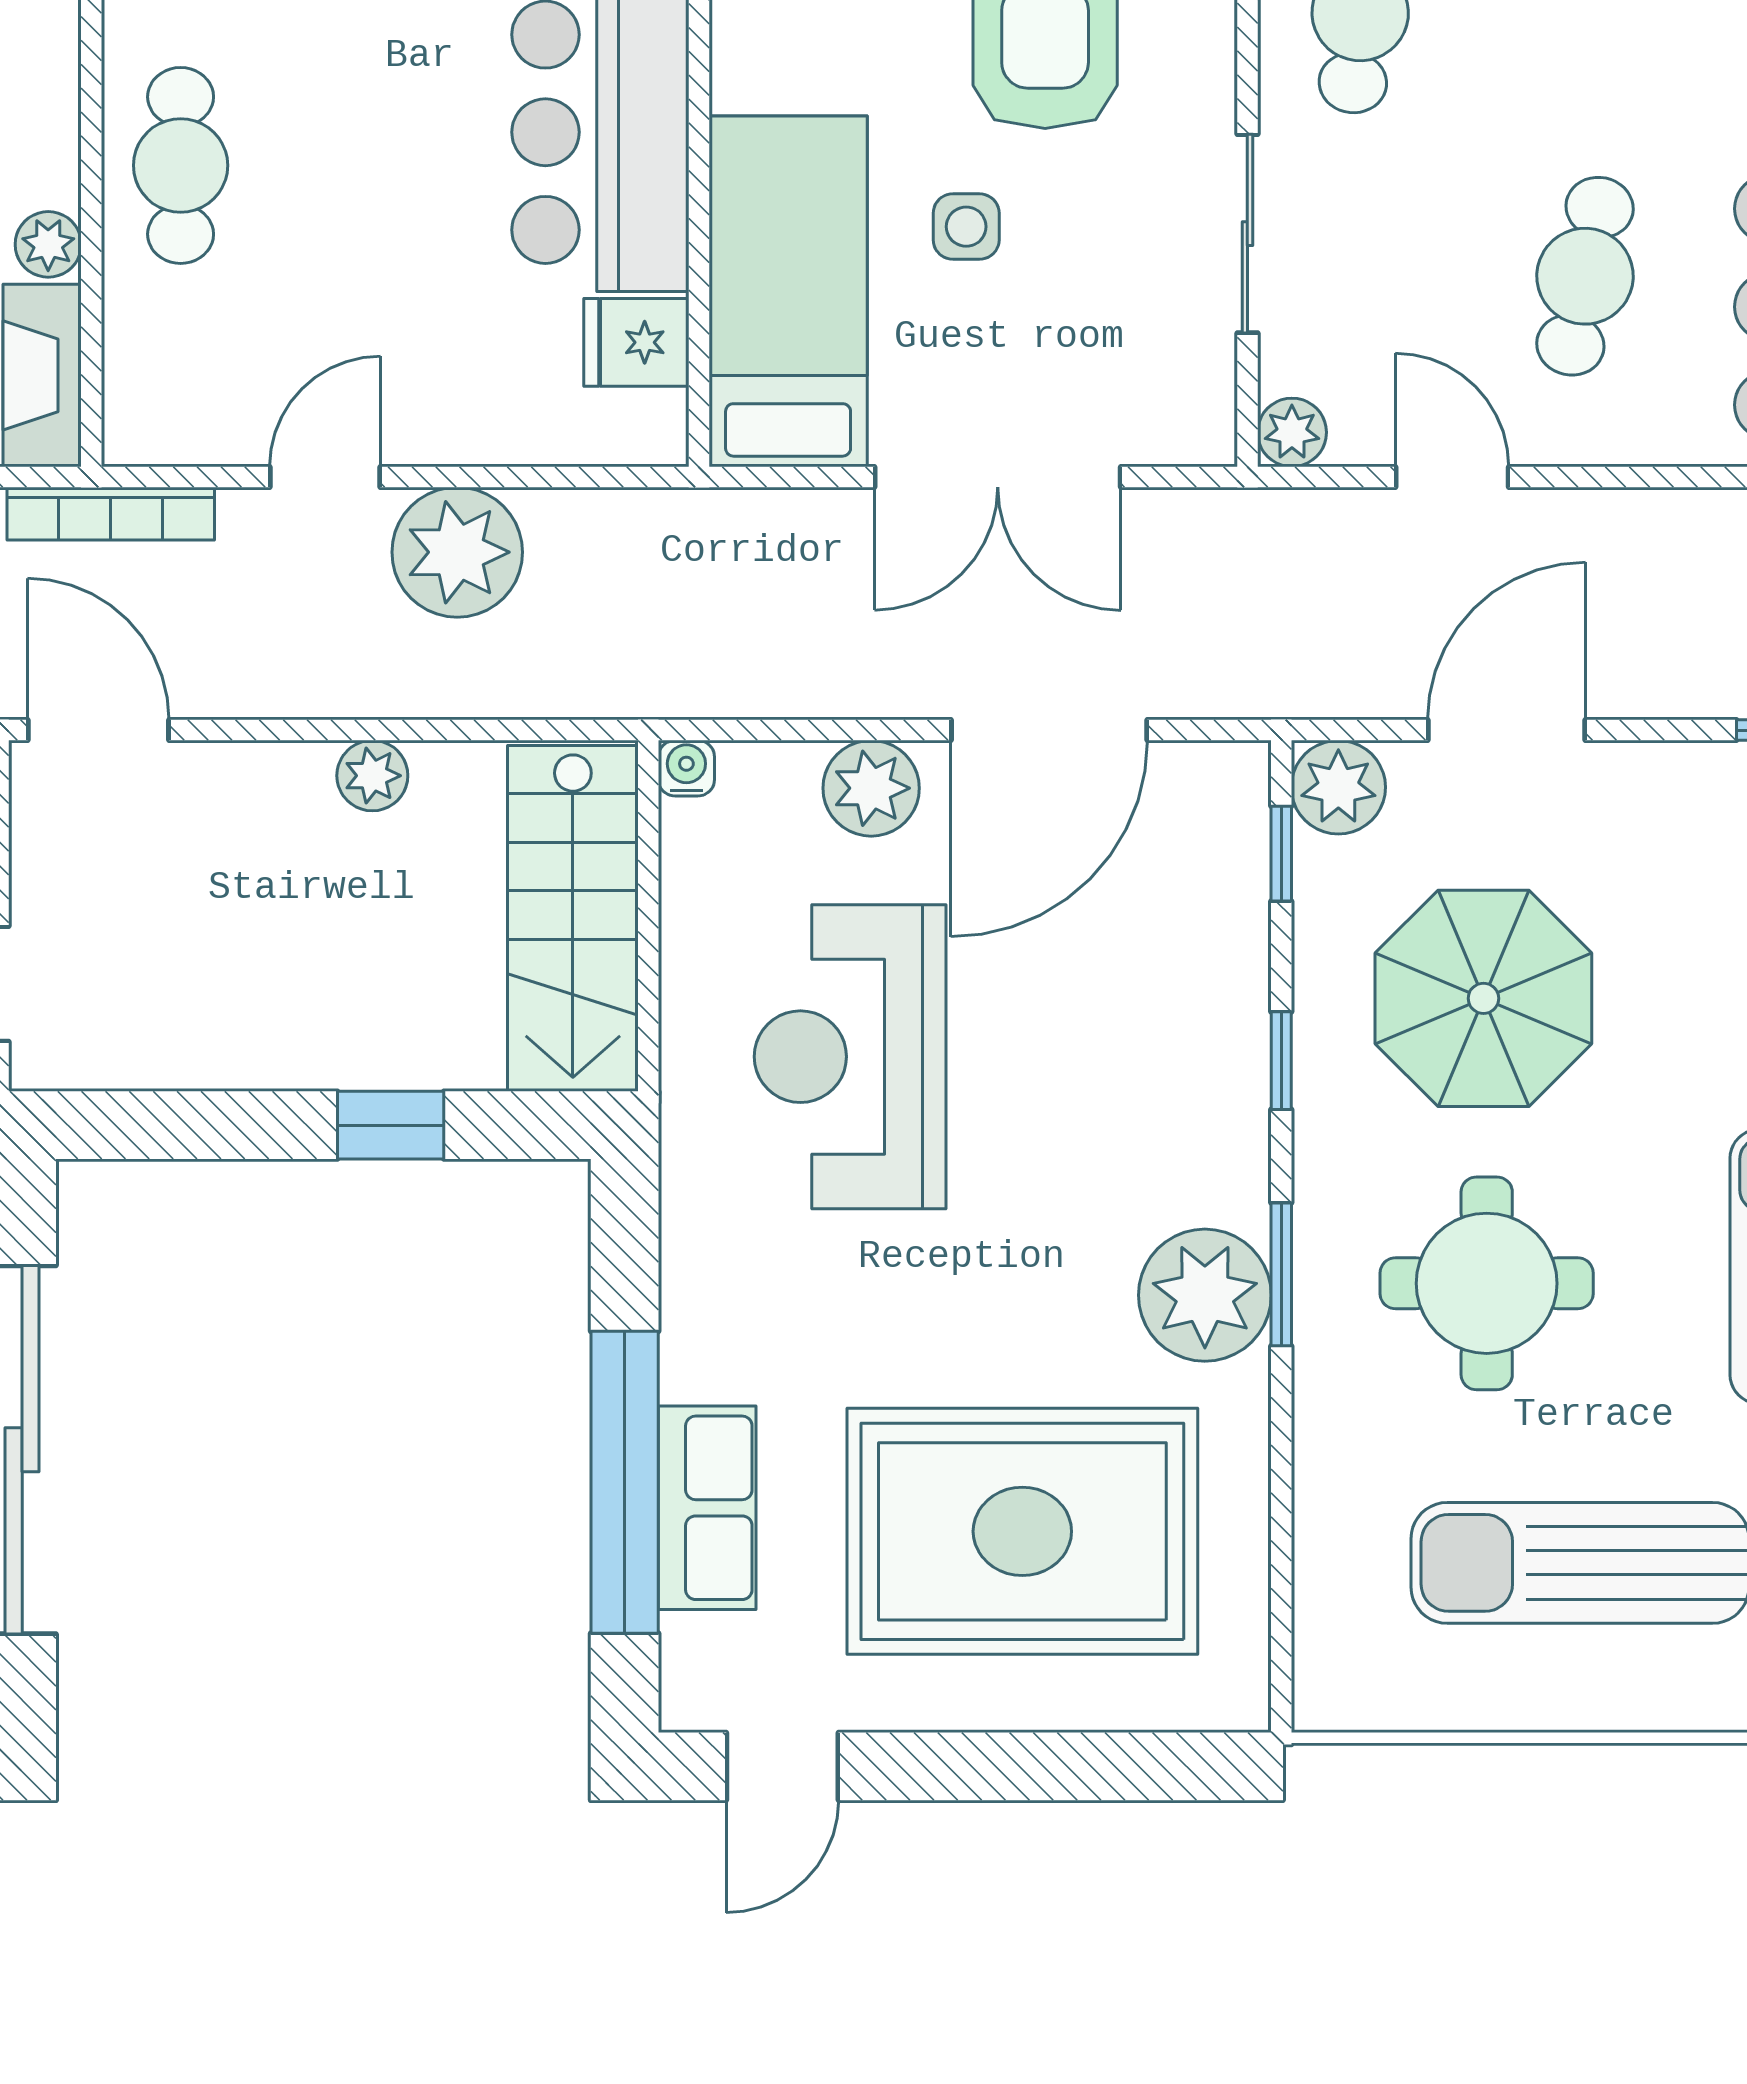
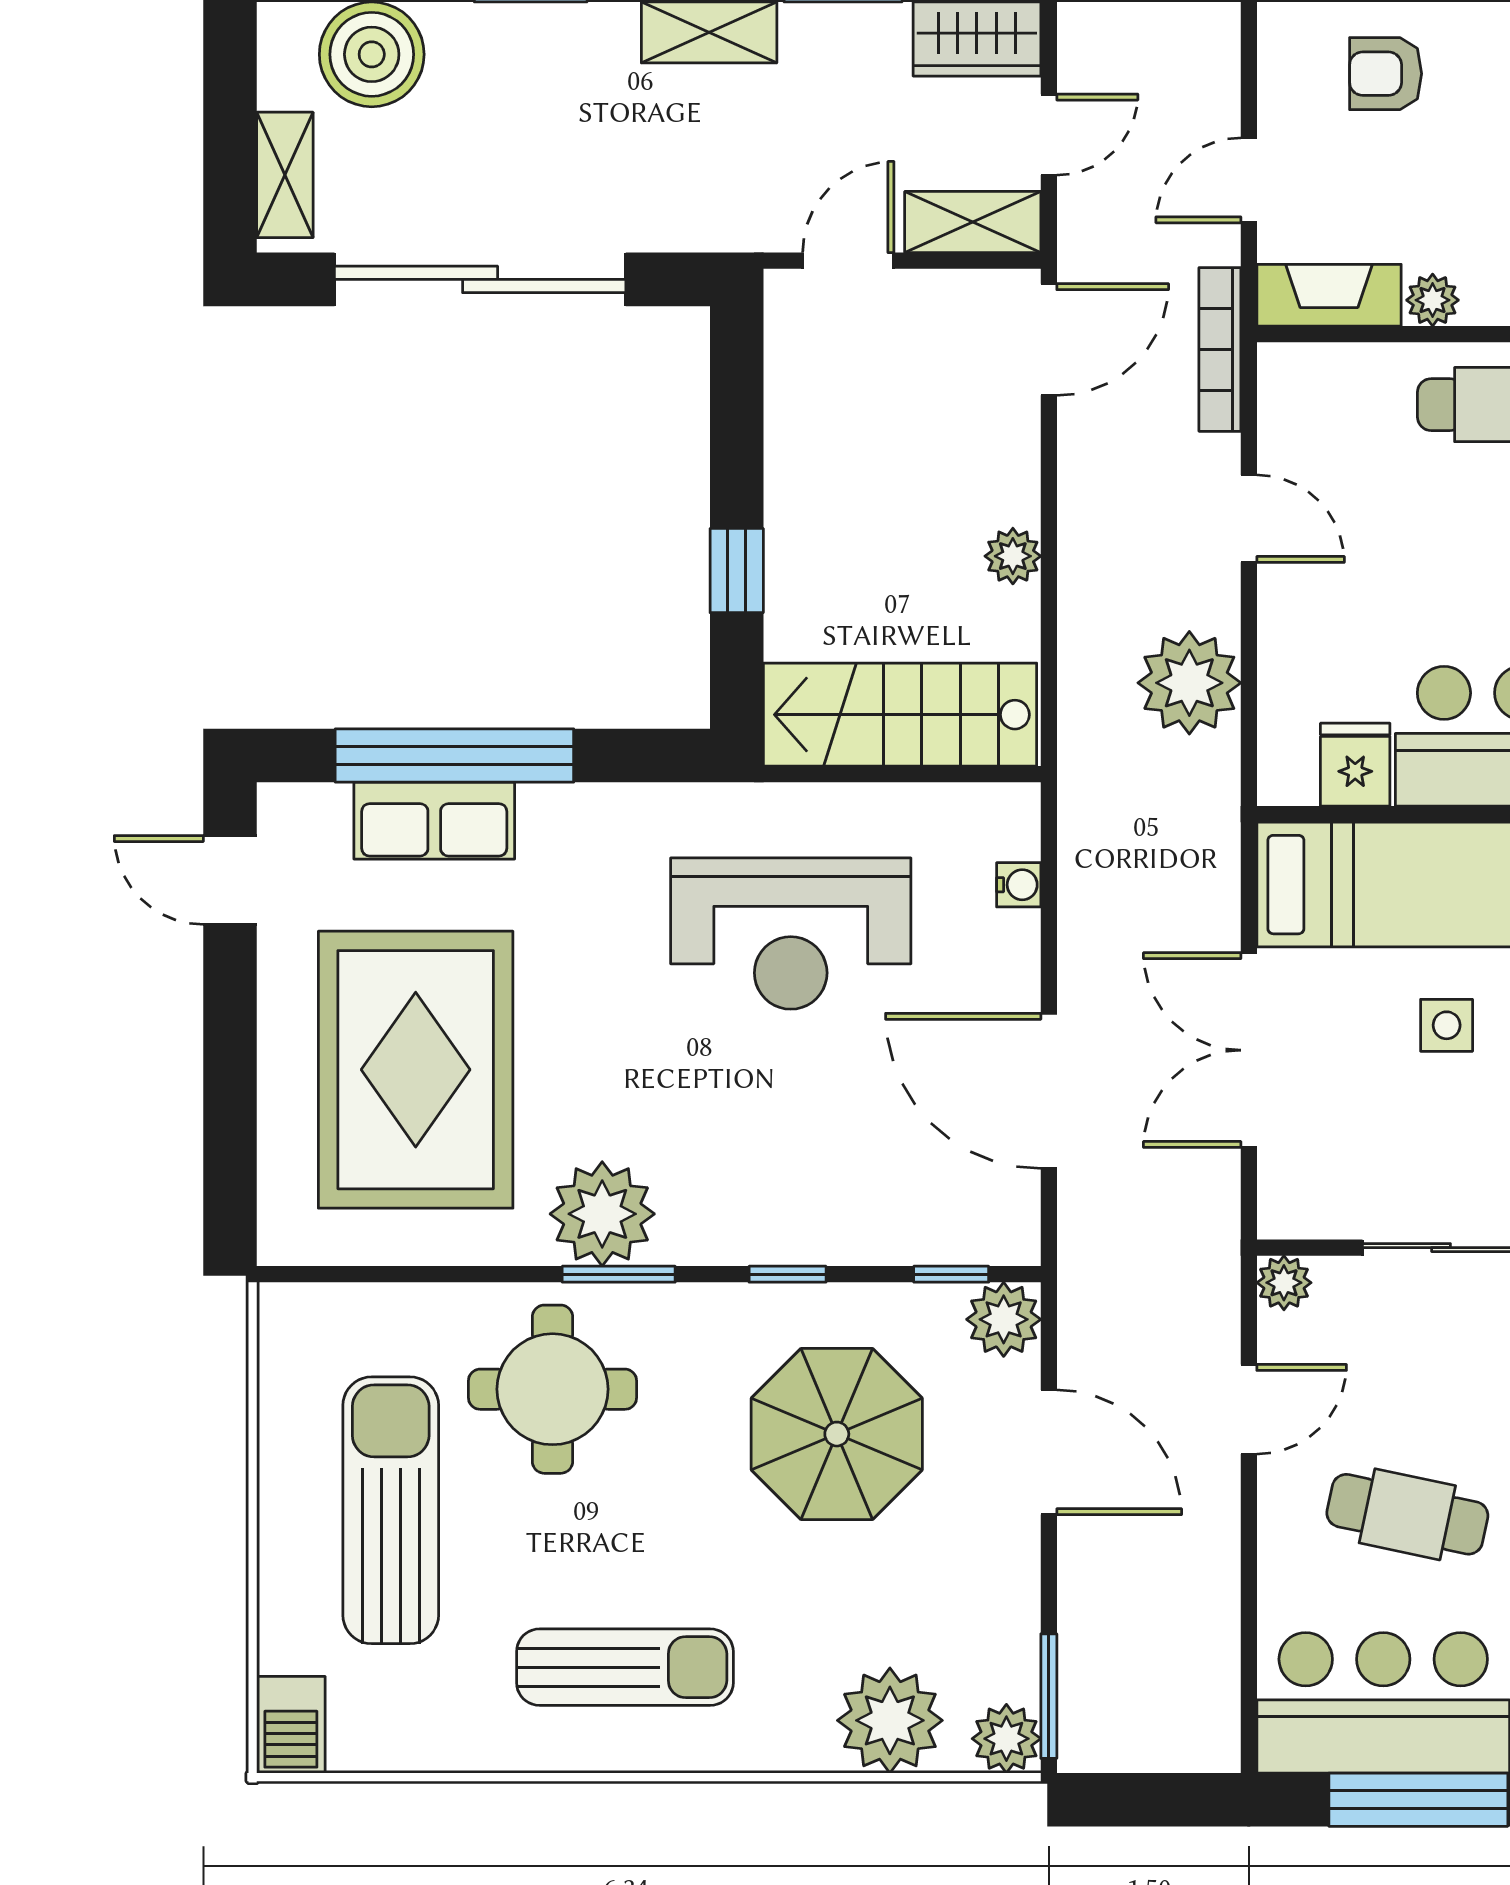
plant: (457, 552) -> (1189, 683), moved
water cooler: (686, 768) -> (1019, 885), moved
plant: (871, 788) -> (1003, 950), removed
reception desk: (850, 1057) -> (791, 934), turned 180
round table: (1487, 1283) -> (553, 1389), moved

